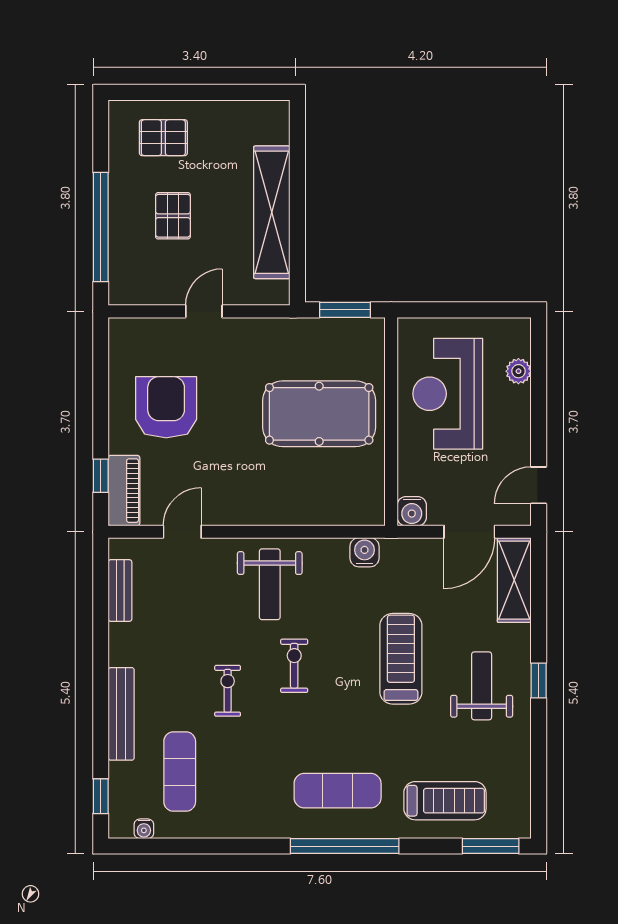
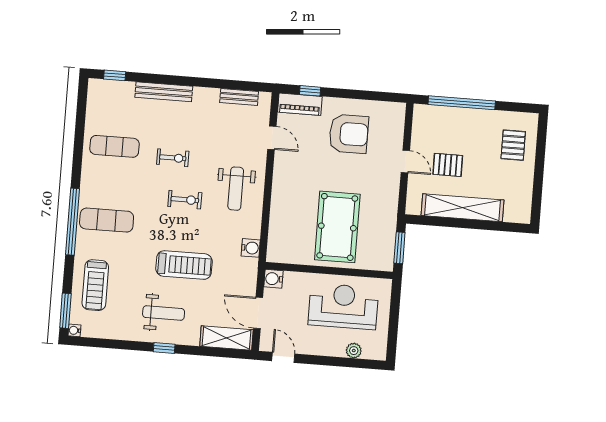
pallet: (173, 216) -> (448, 165), moved
weight bench: (270, 584) -> (236, 189), turned -90
exercise mat: (180, 772) -> (115, 146), moved
exercise mat: (338, 791) -> (107, 220), turned 90
water cooler: (144, 829) -> (74, 330), moved

